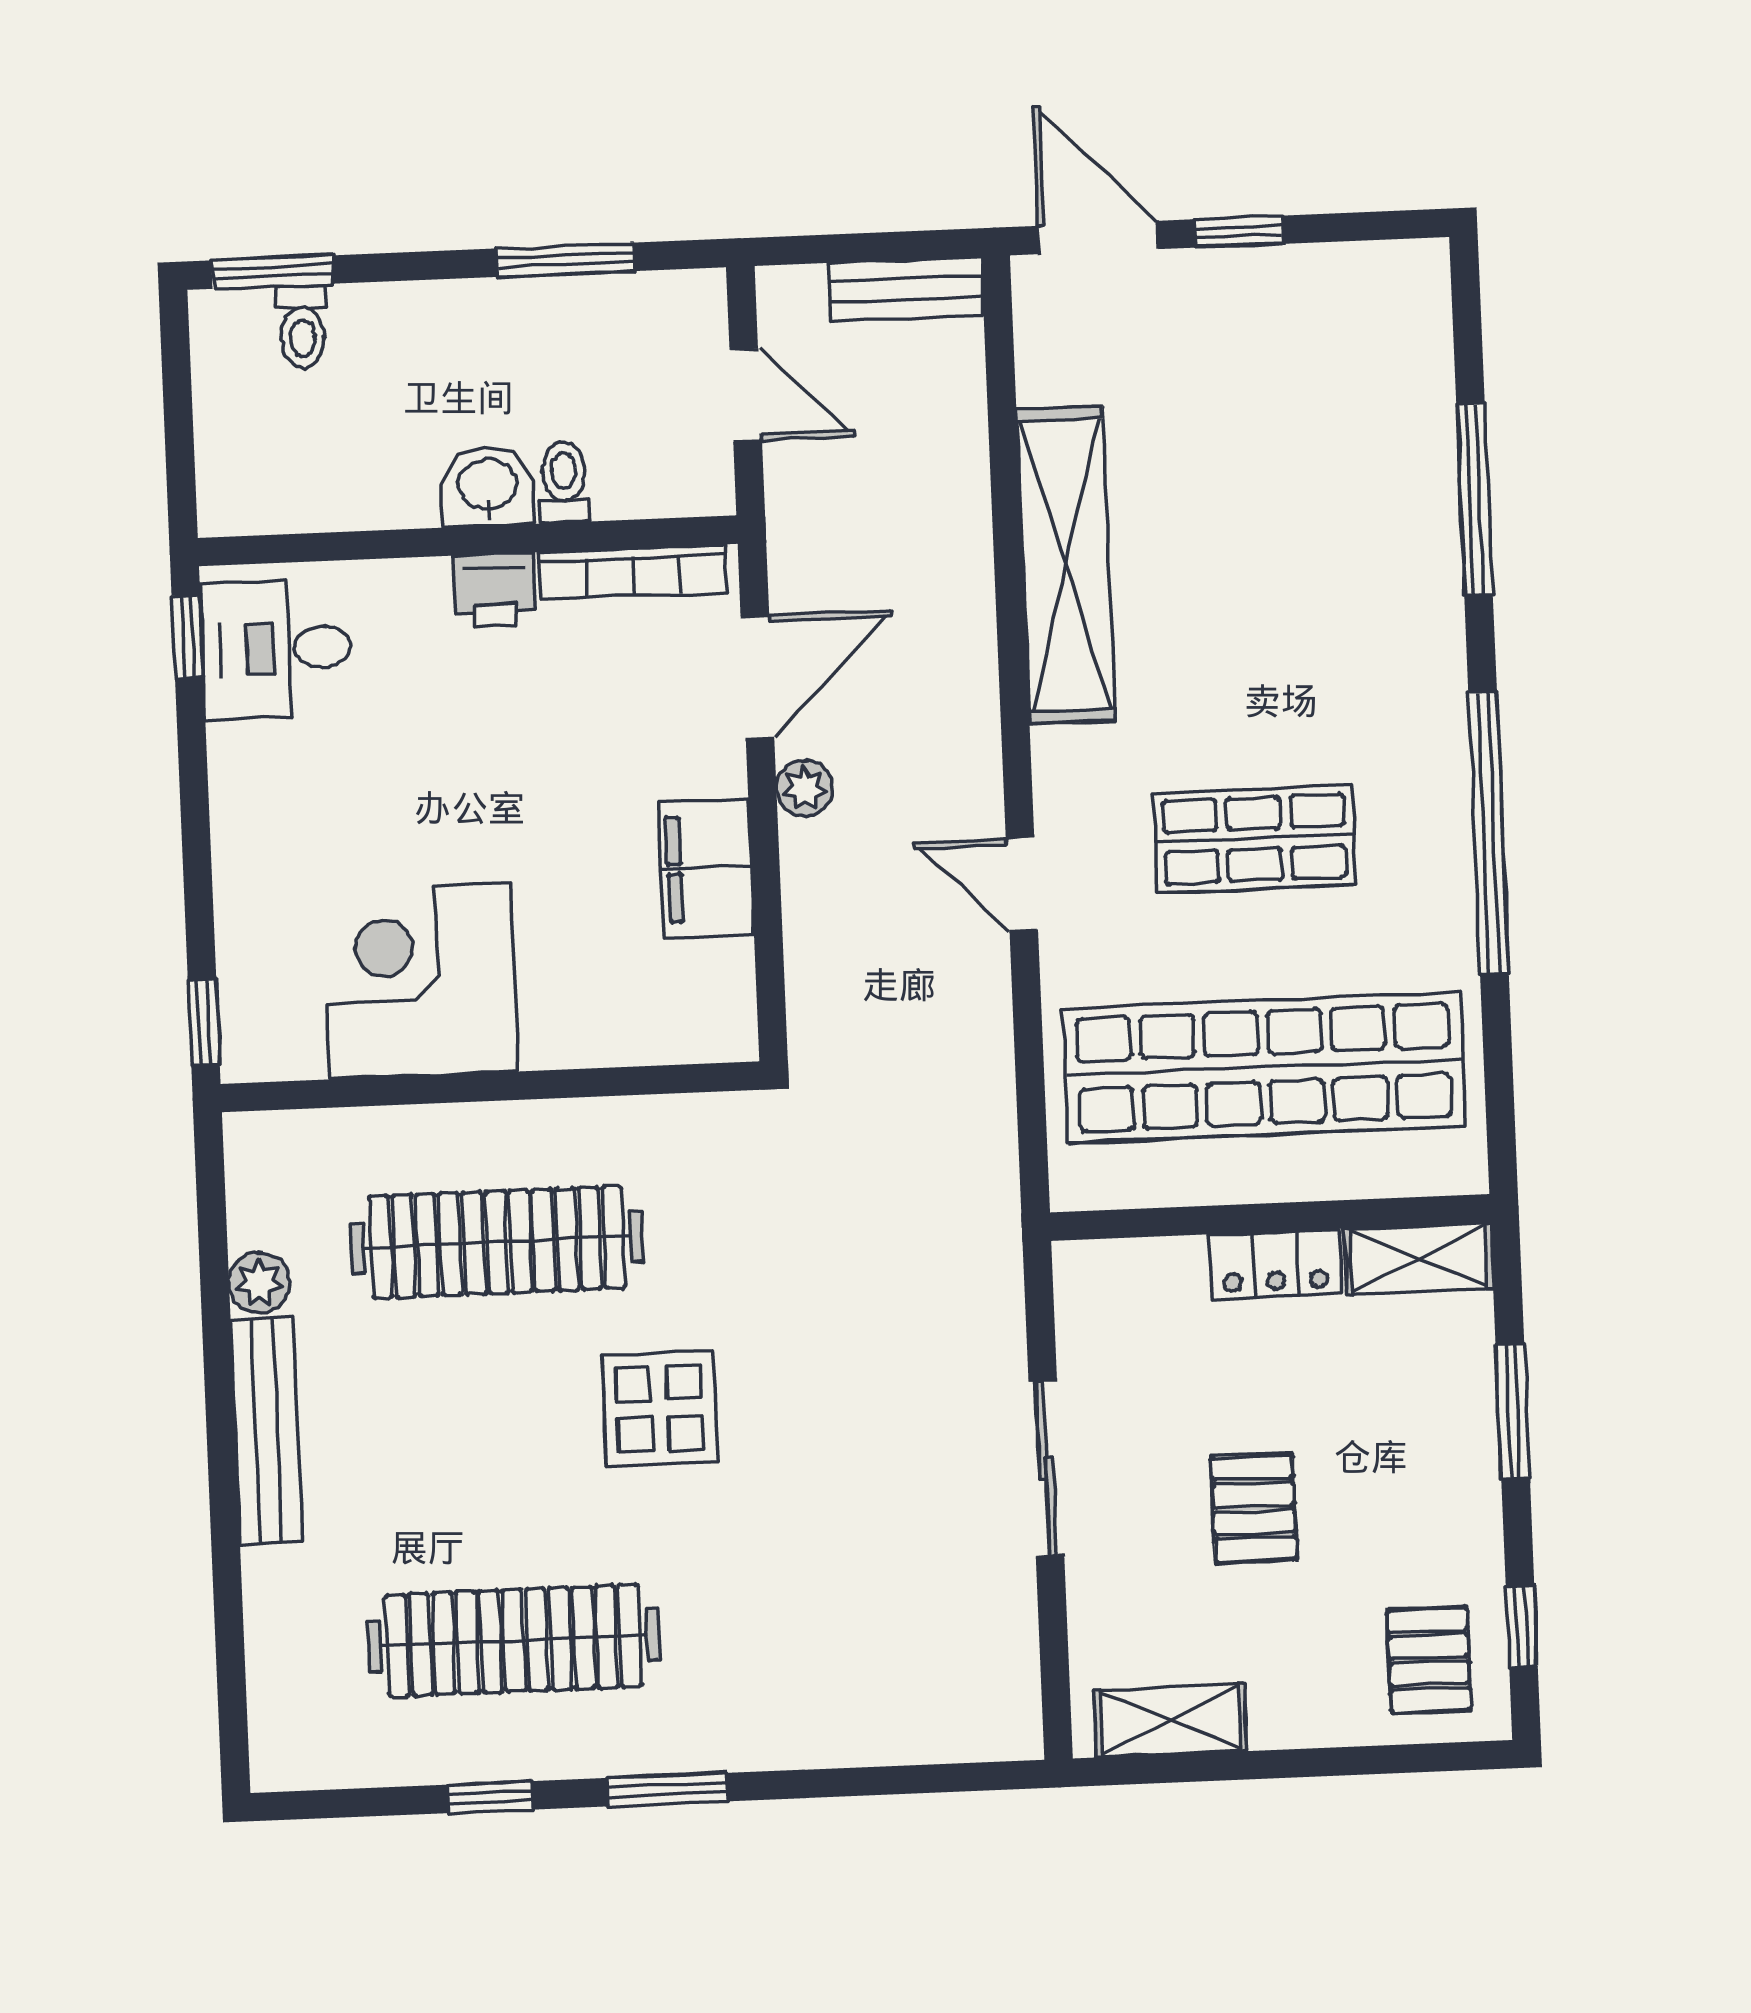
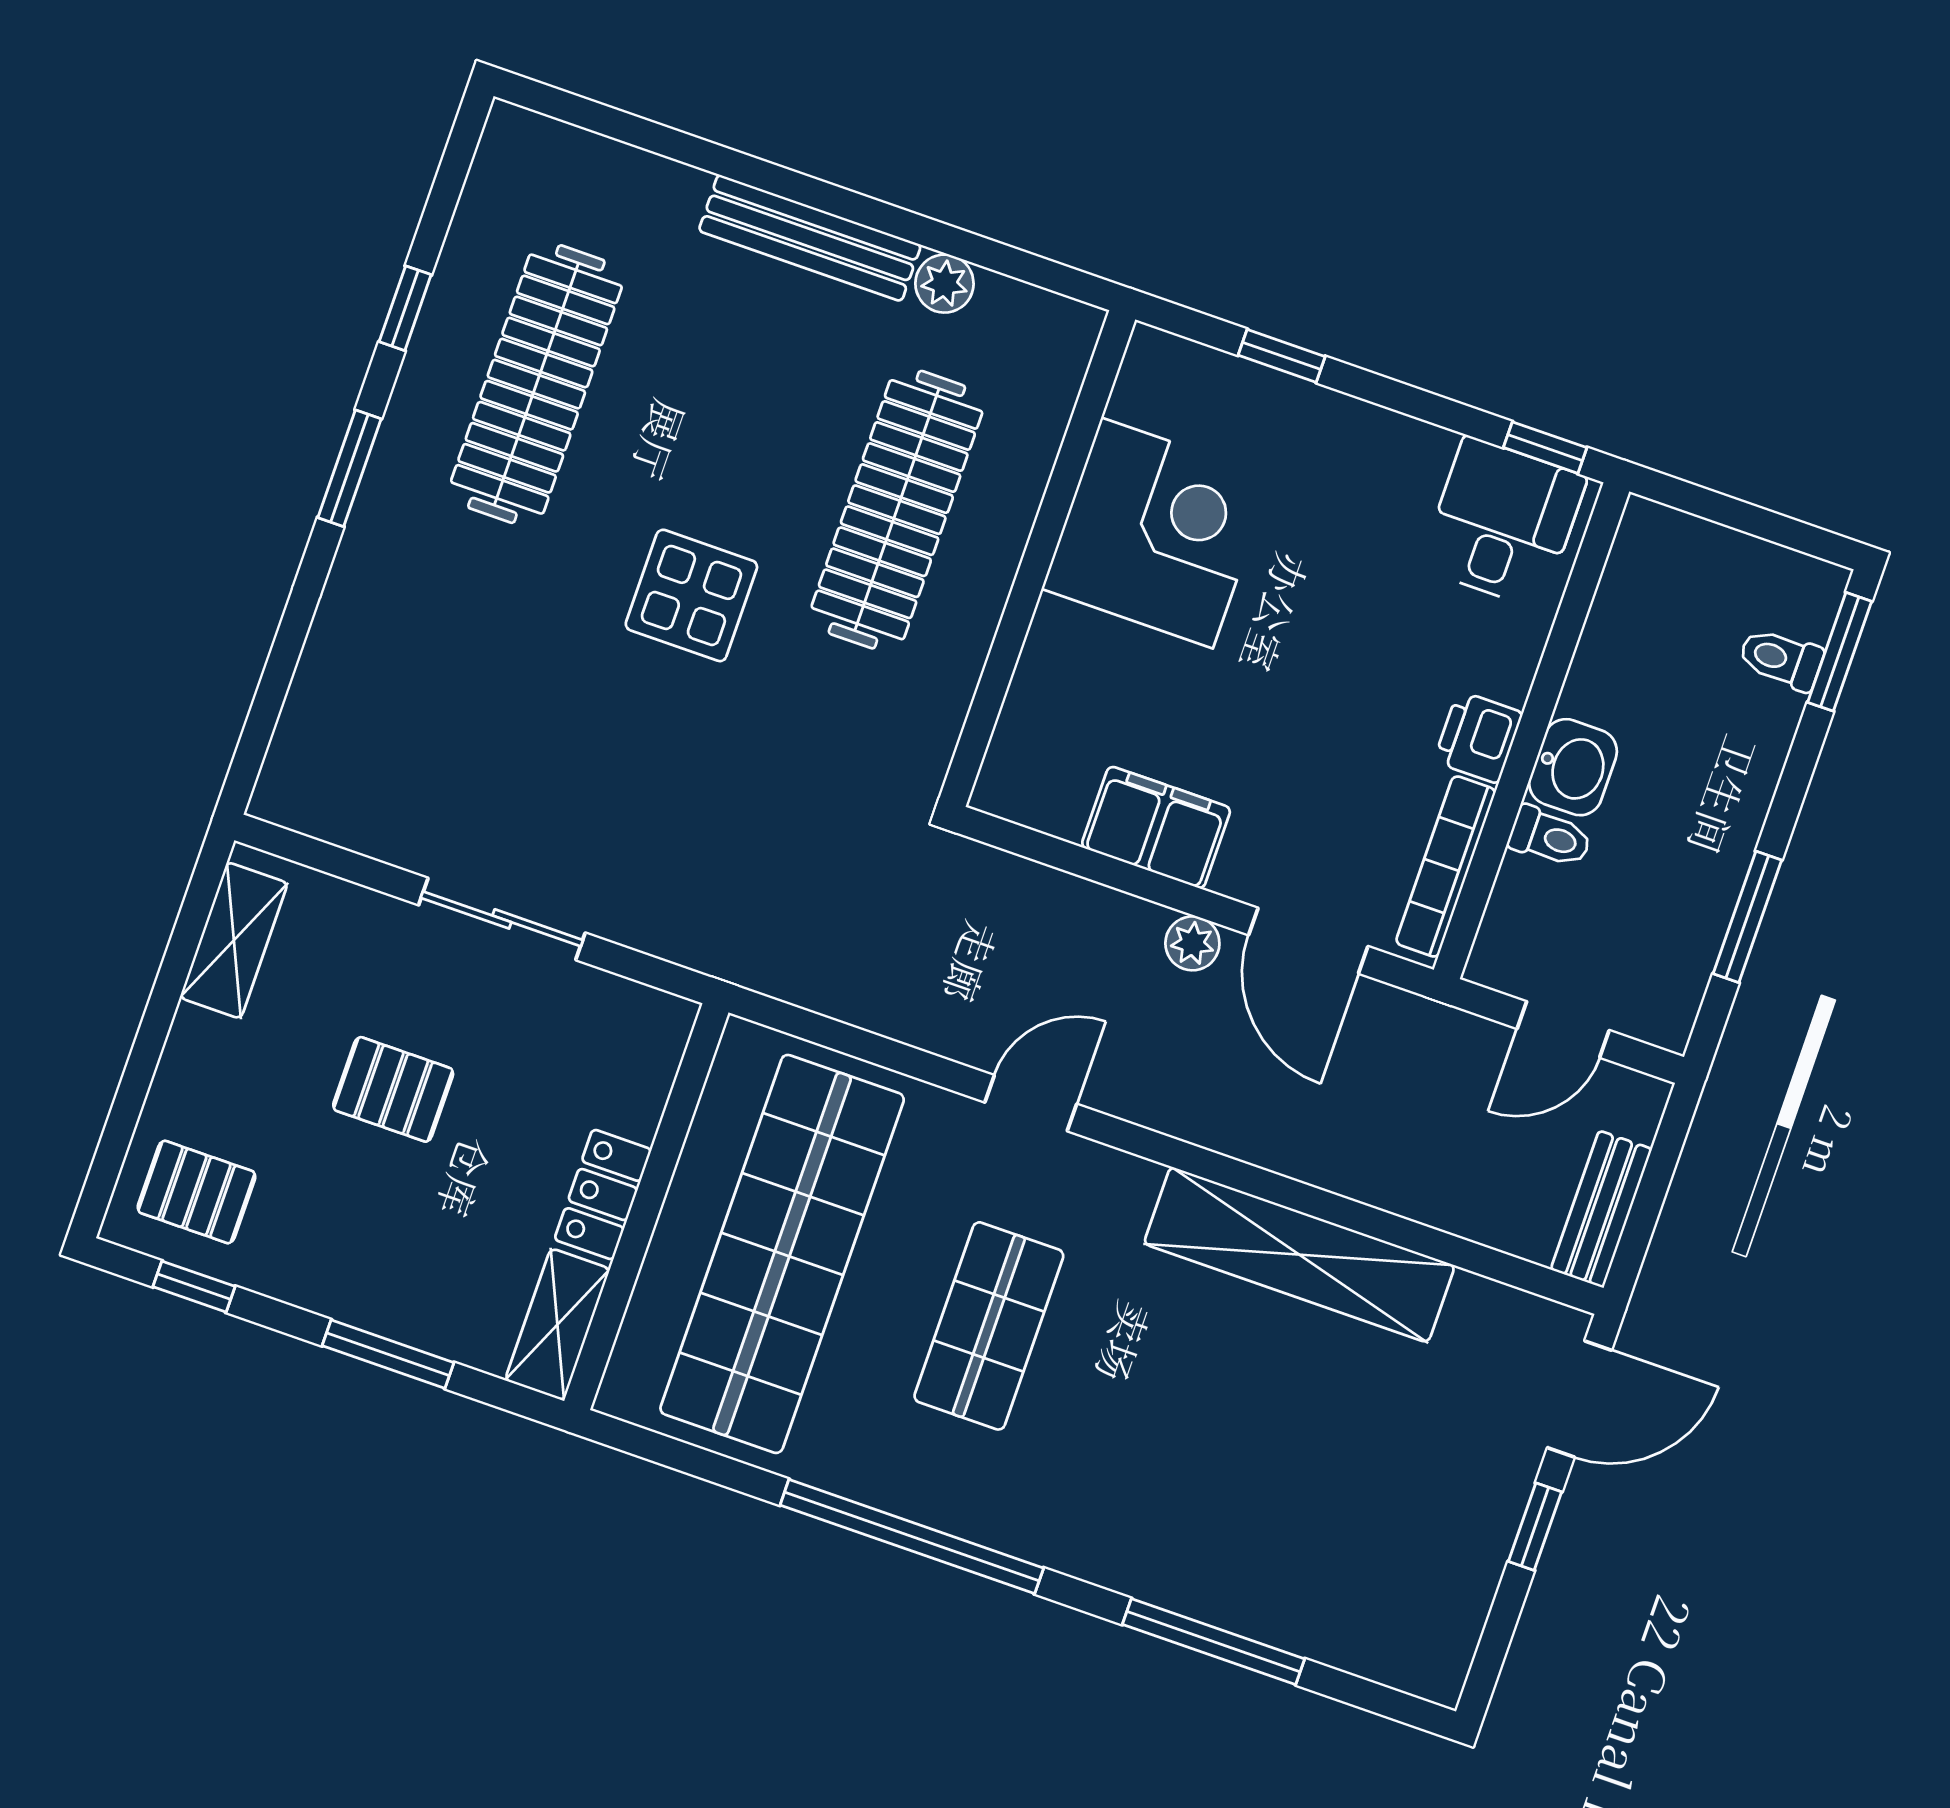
window: (204, 1022) -> (1282, 356), moved

